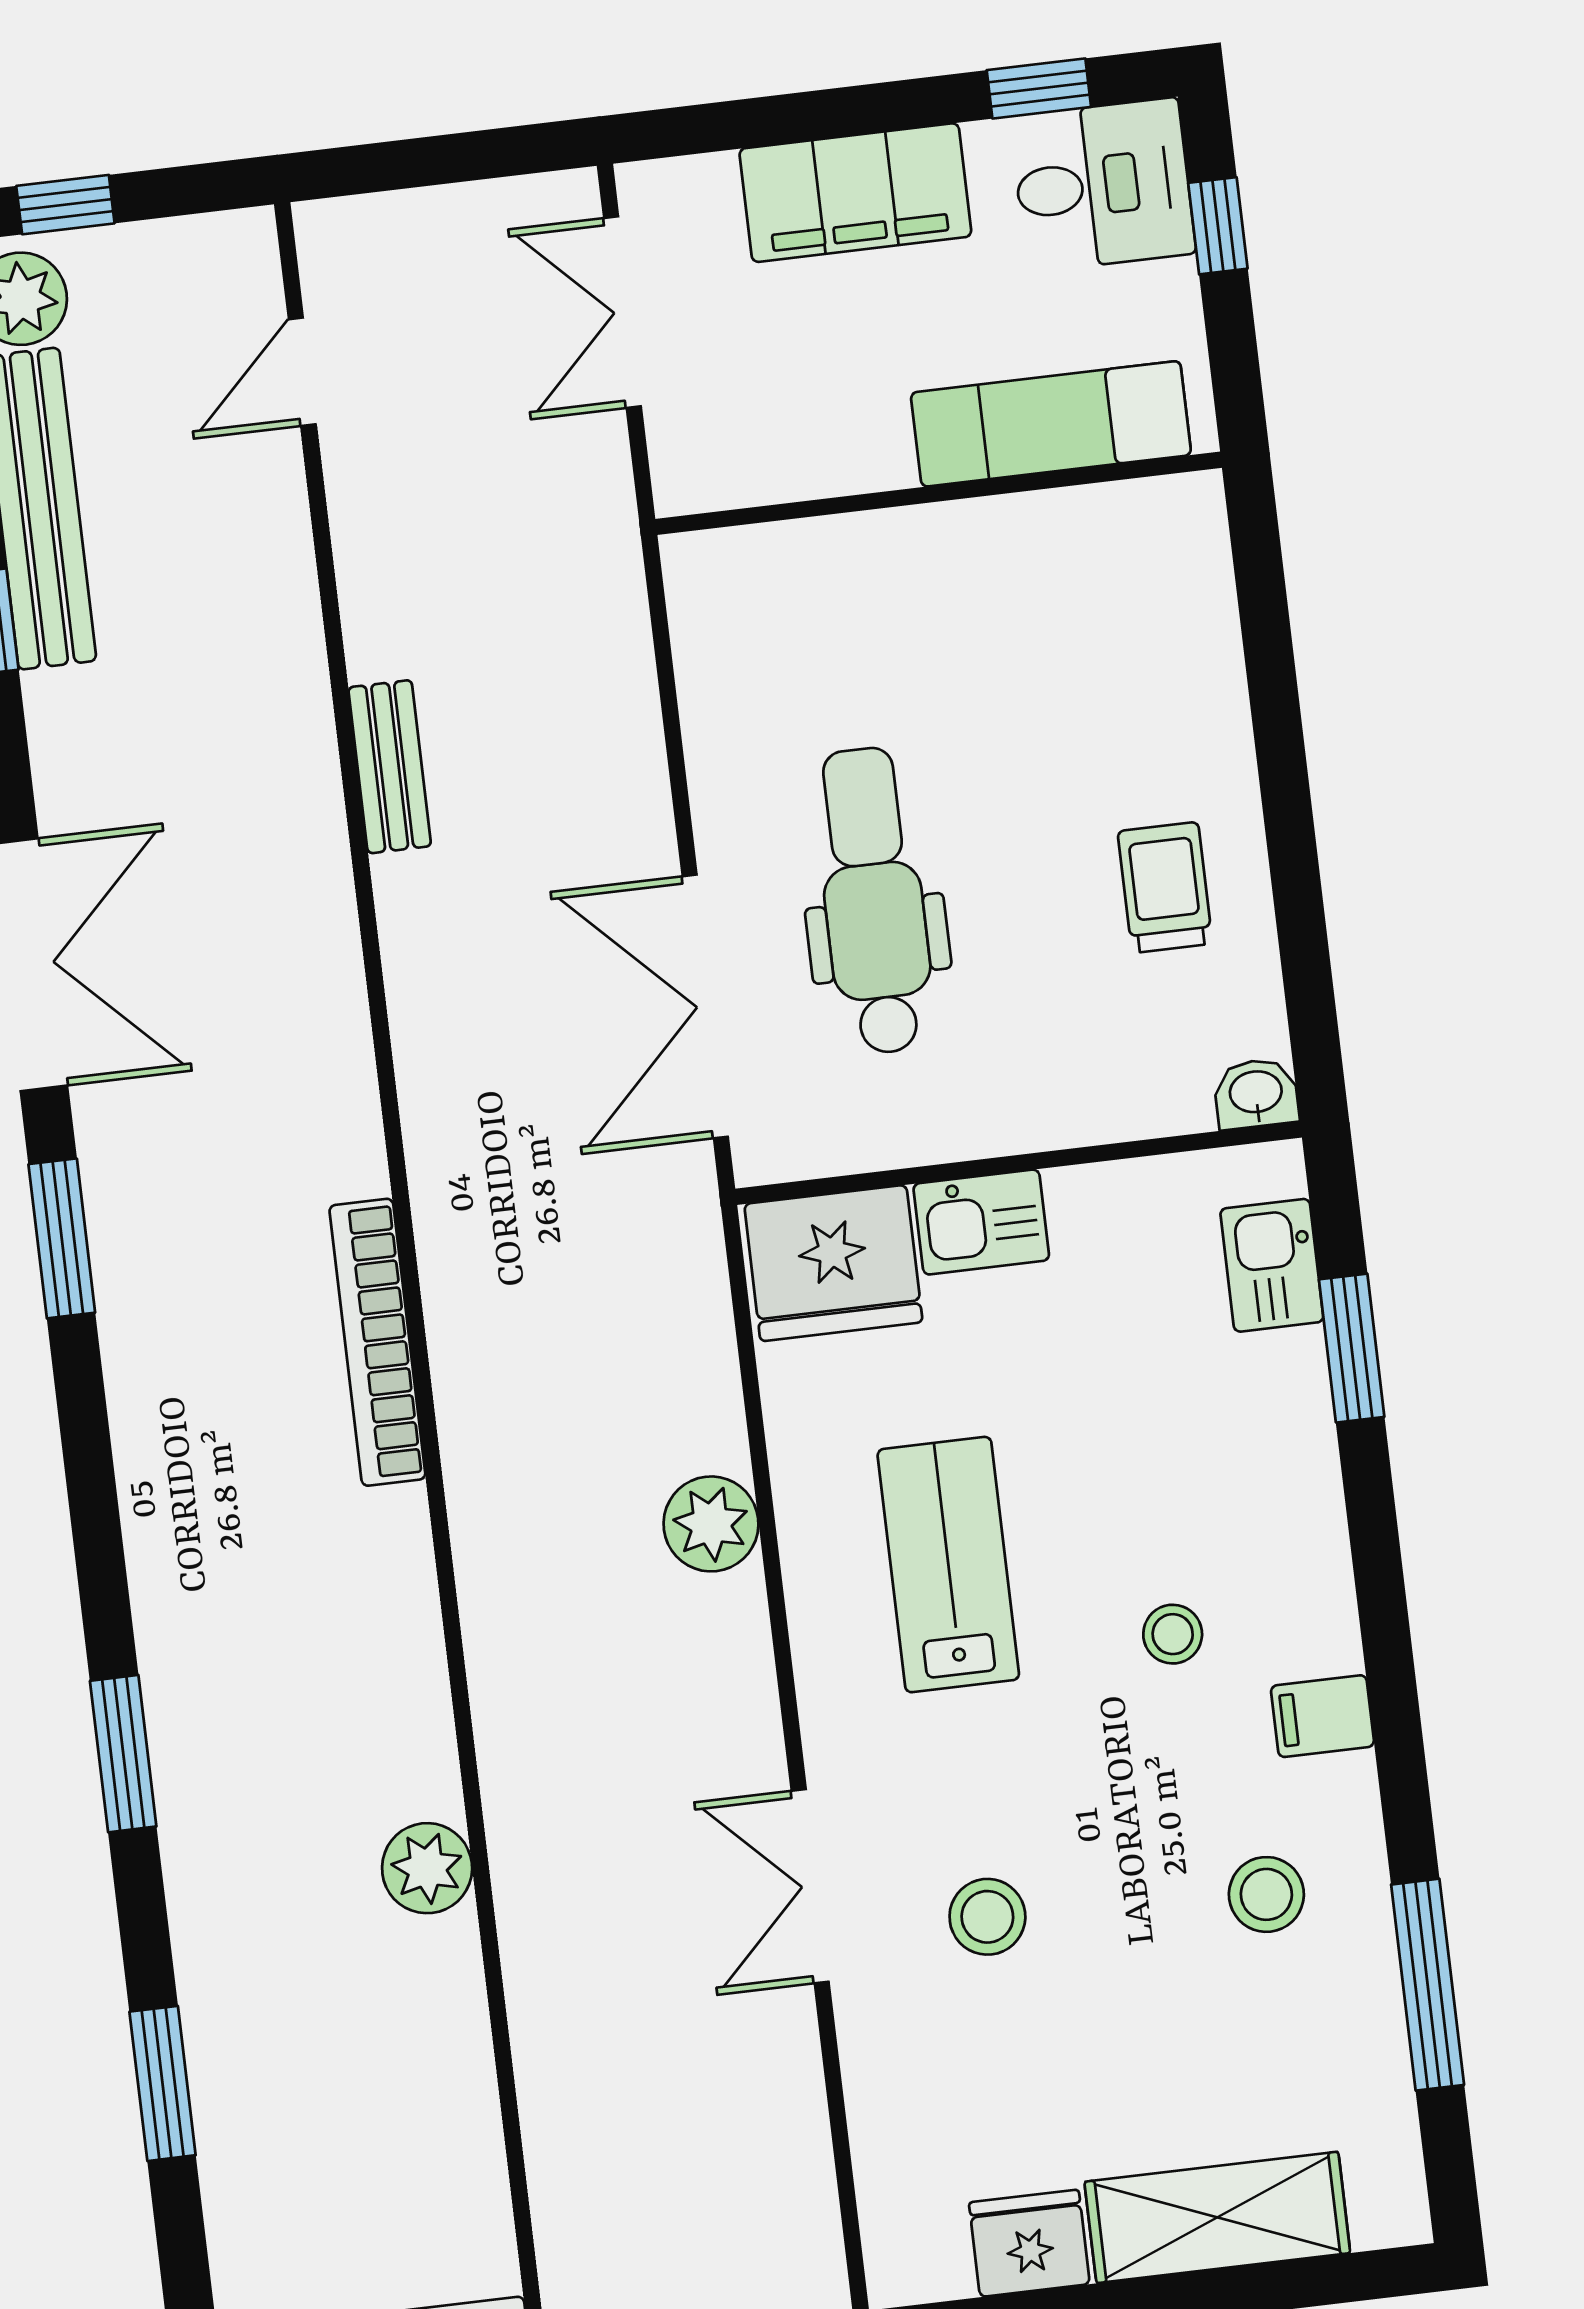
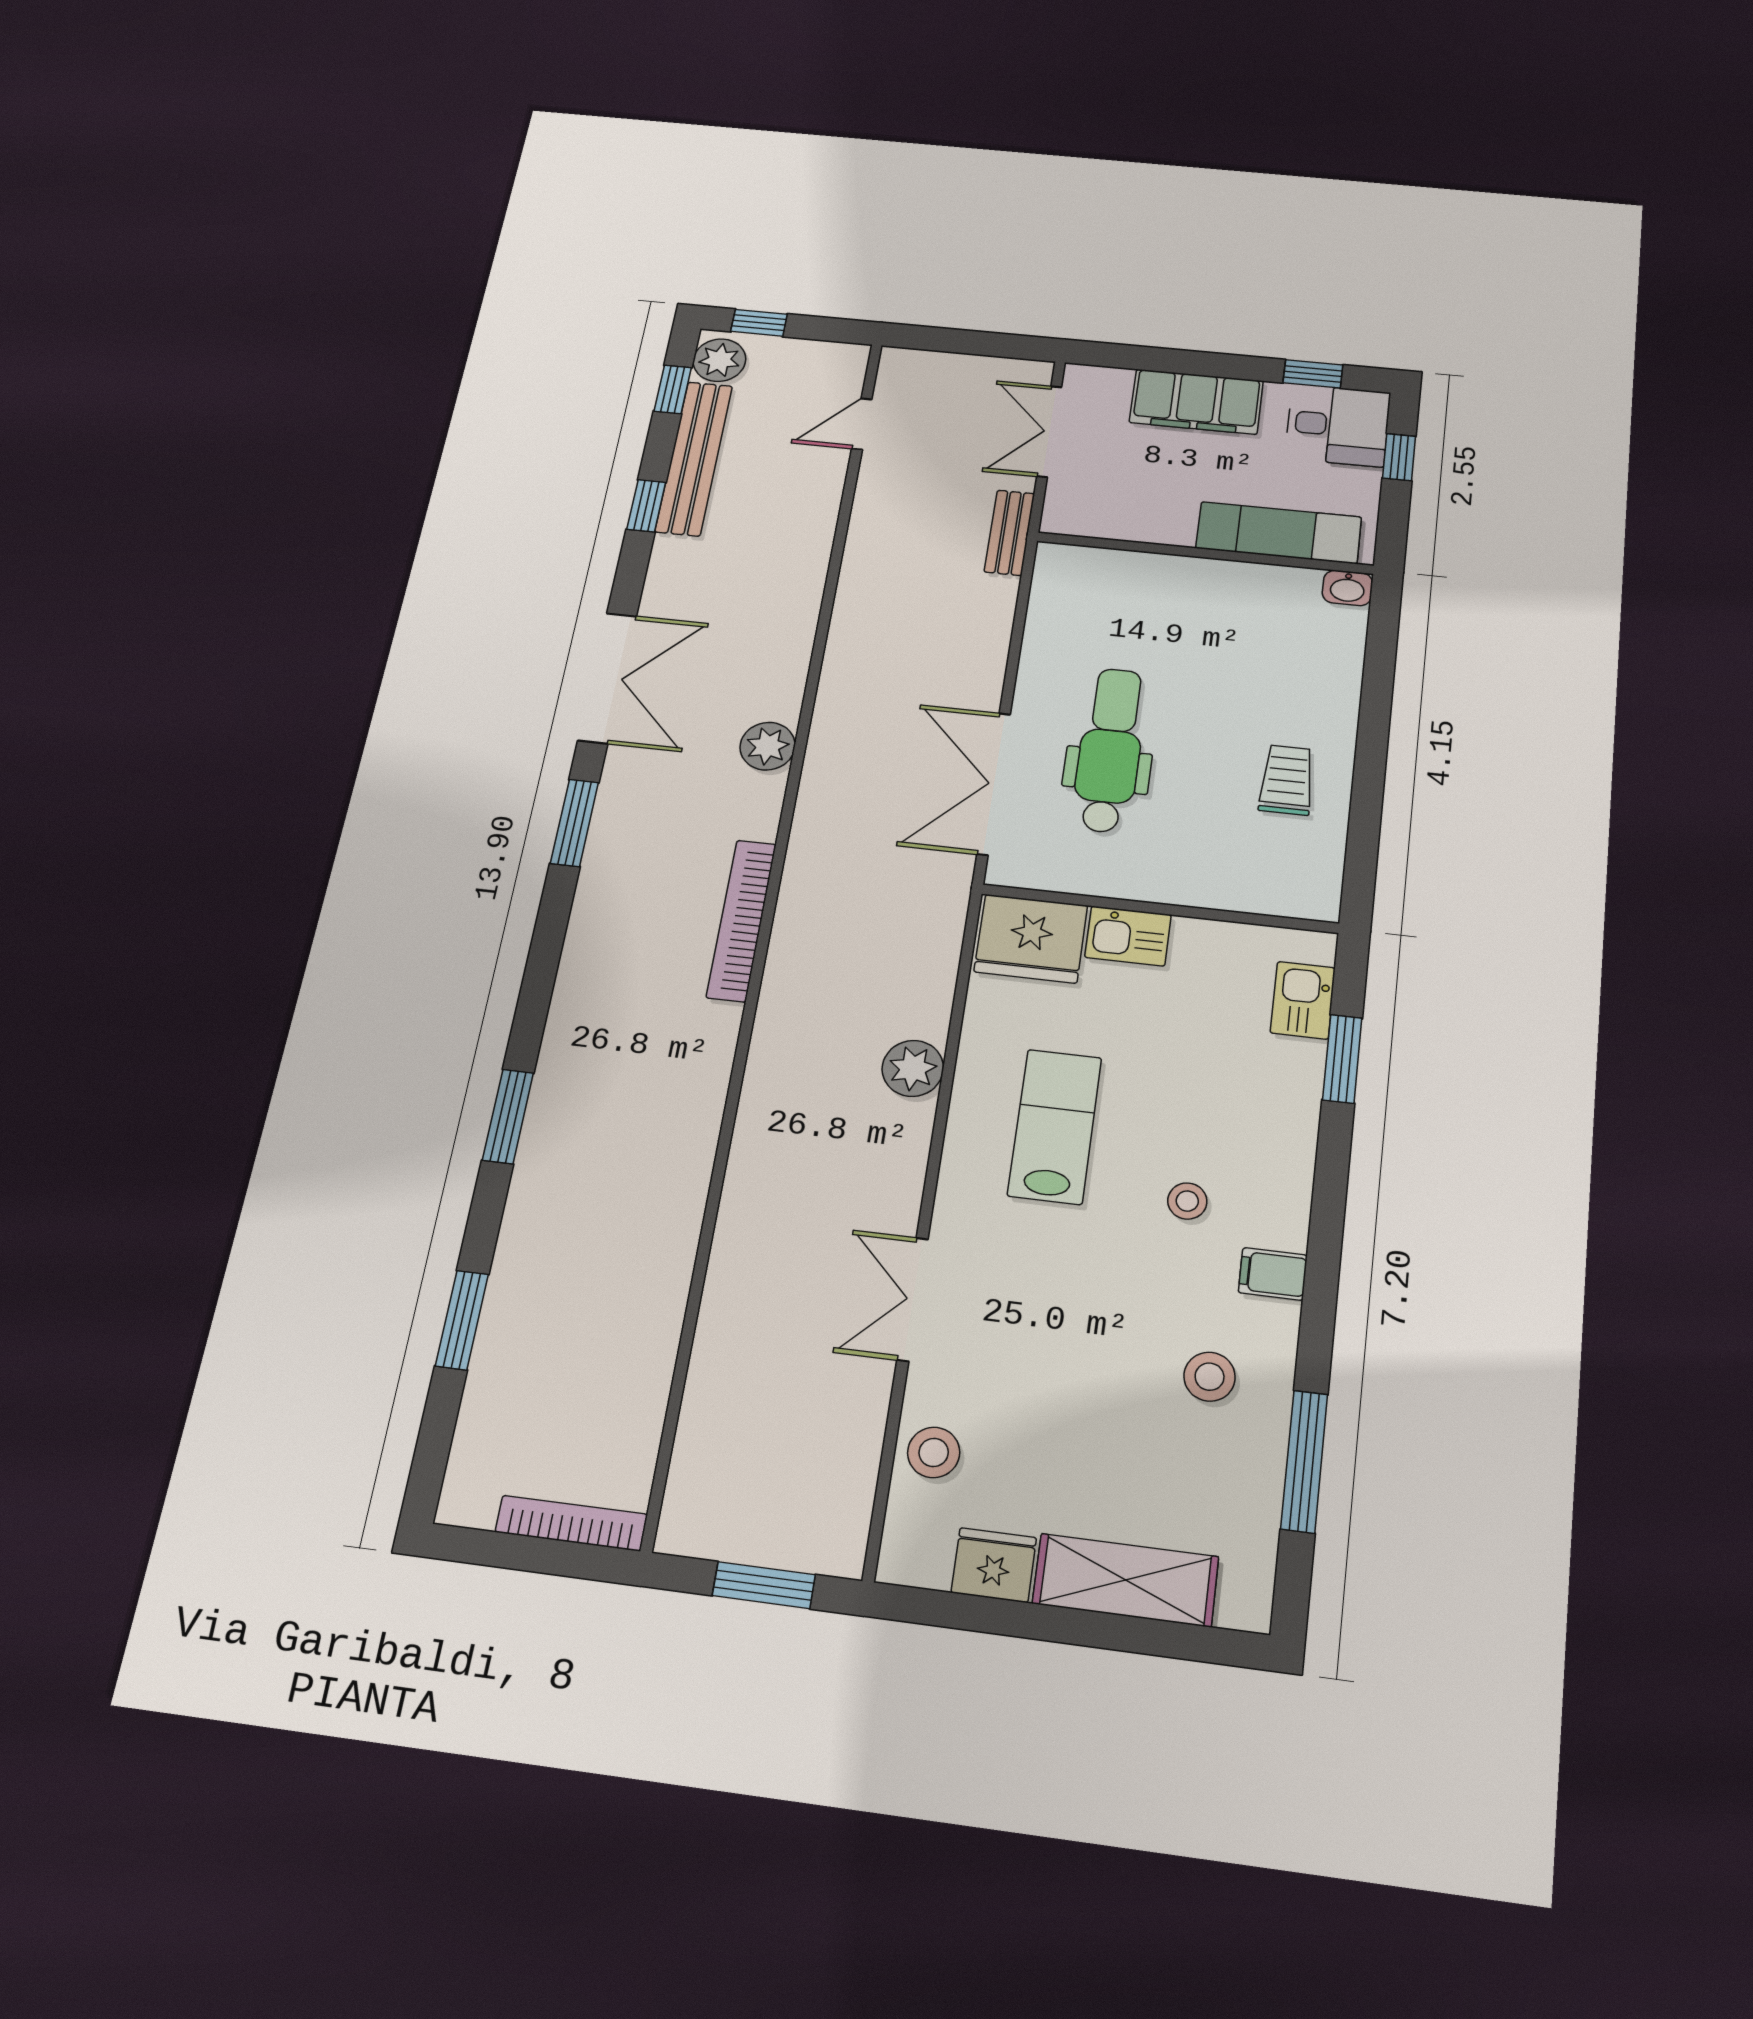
bench: (390, 767) -> (1009, 533), moved
washbasin: (1256, 1094) -> (1347, 588), moved, turned 180
plant: (427, 1868) -> (768, 746), moved
stool: (987, 1917) -> (934, 1452), moved

